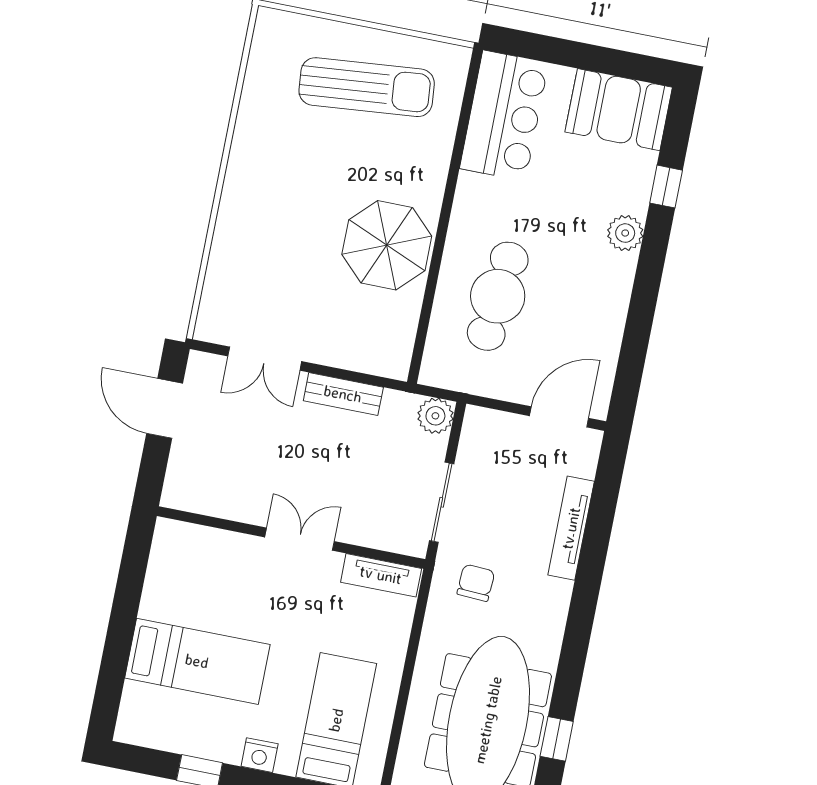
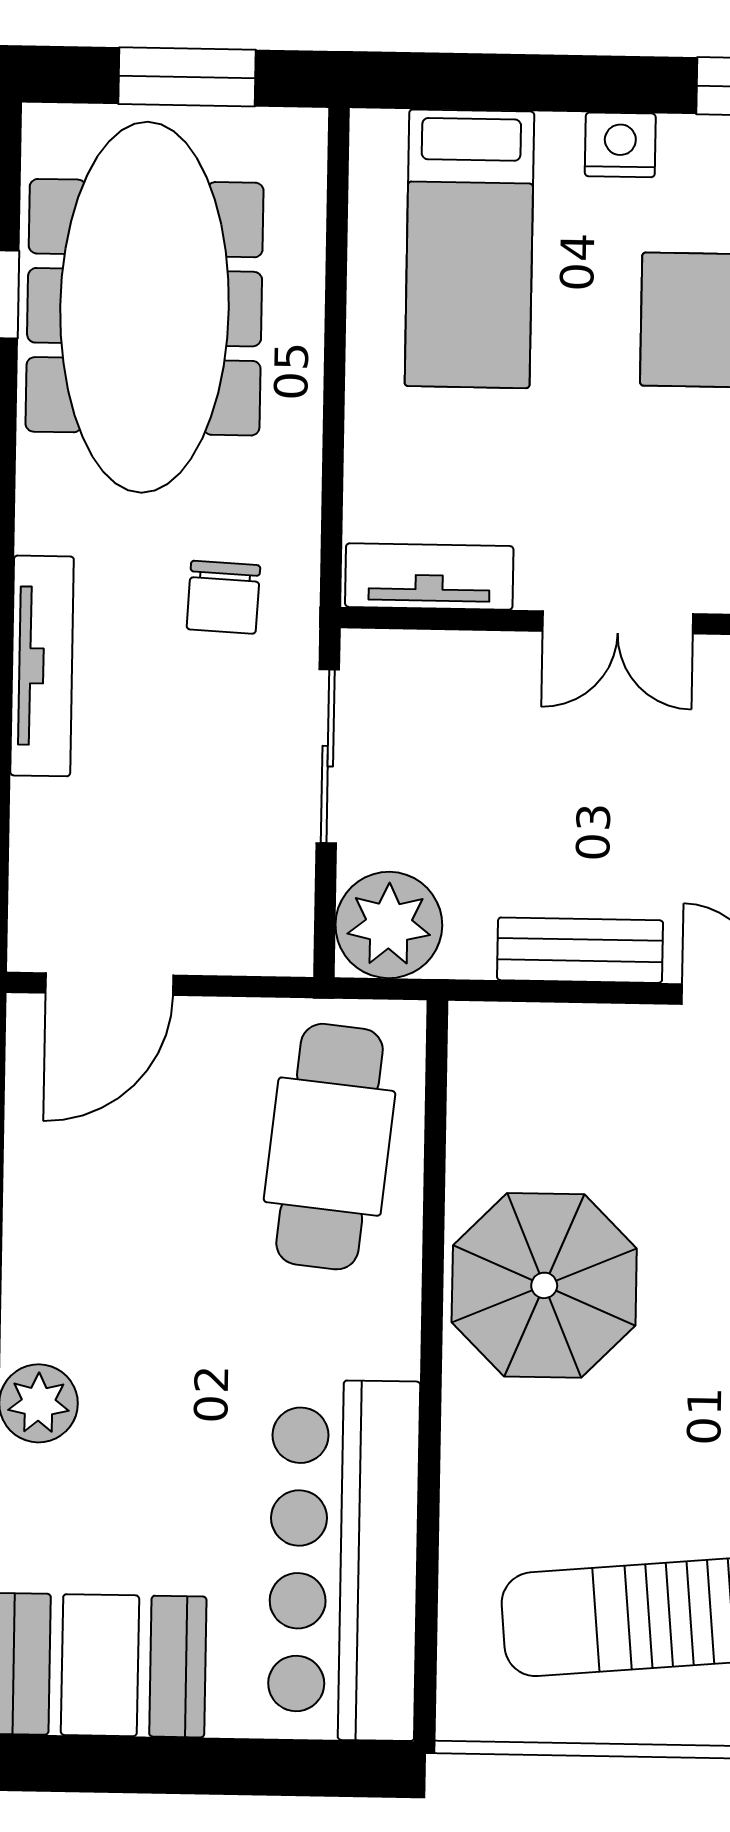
bar counter: (504, 116) -> (344, 1560), width x1.36
cafe table: (498, 296) -> (330, 1147), moved
plant: (435, 416) -> (389, 925), width x1.36, depth x1.36
tv unit: (571, 528) -> (42, 666), moved

